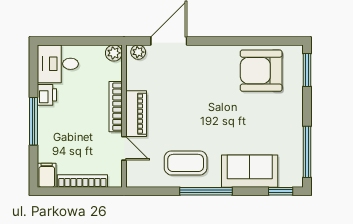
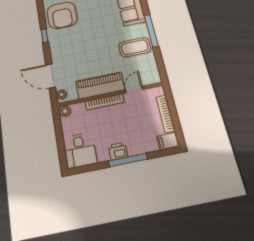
window: (233, 41) -> (45, 36), added
printer: (47, 95) -> (118, 151), moved
piano: (136, 114) -> (100, 86), width x1.37, depth x1.33
coffee table: (186, 163) -> (135, 47), turned 90

